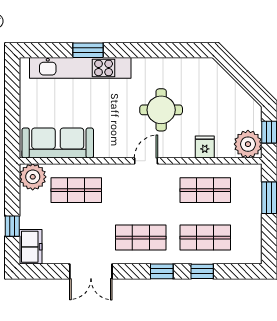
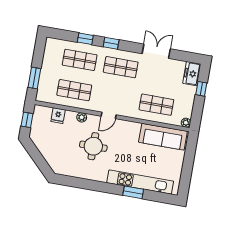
plant: (248, 144) -> (82, 117), moved, width x0.53, depth x0.53
fridge: (205, 147) -> (58, 116), moved
plant: (33, 177) -> (186, 123), width x0.53, depth x0.53

